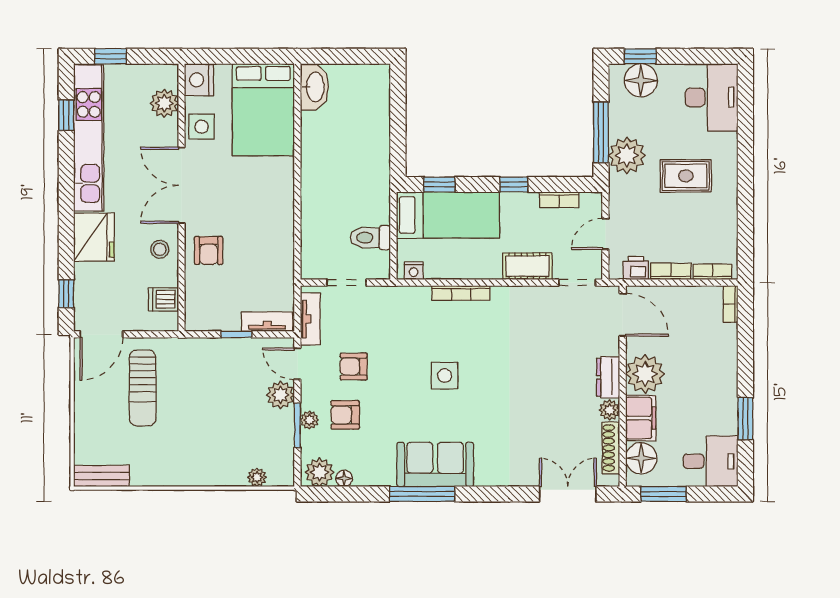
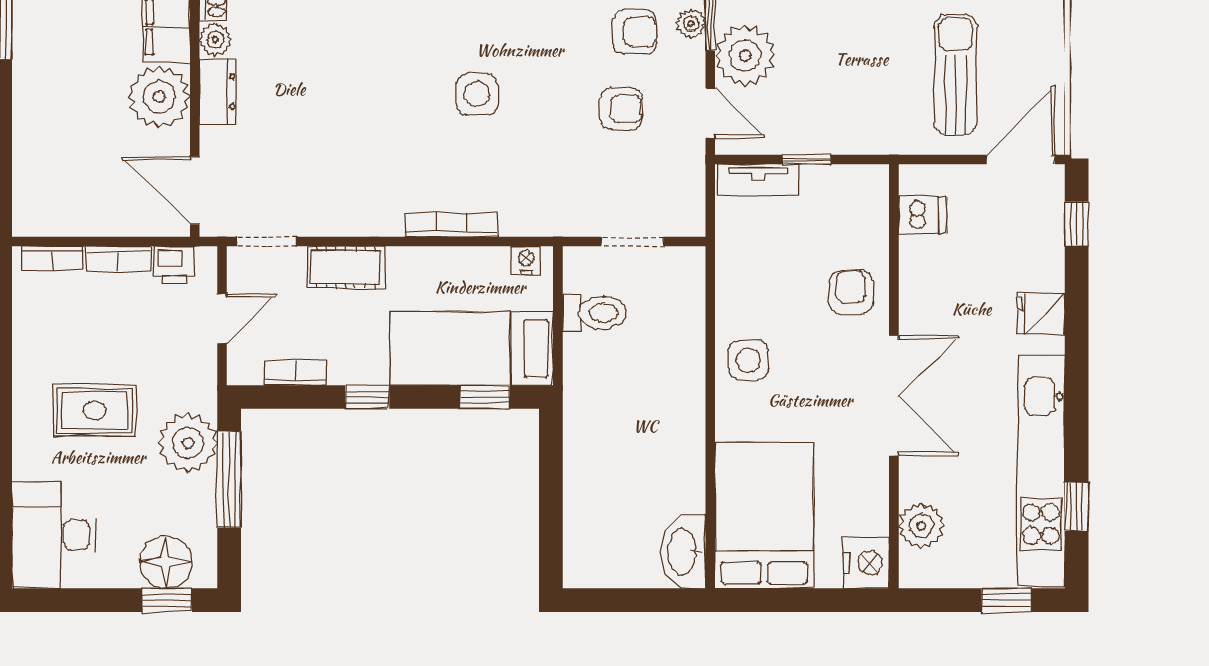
side table: (202, 127) -> (748, 360), moved
fridge: (94, 237) -> (1041, 313), width x0.53, depth x0.75
stool: (160, 249) -> (928, 294), removed
bookcase: (731, 304) -> (24, 208), removed
tv unit: (310, 319) -> (690, 184), removed
plant: (280, 395) -> (745, 55), width x1.36, depth x1.36

